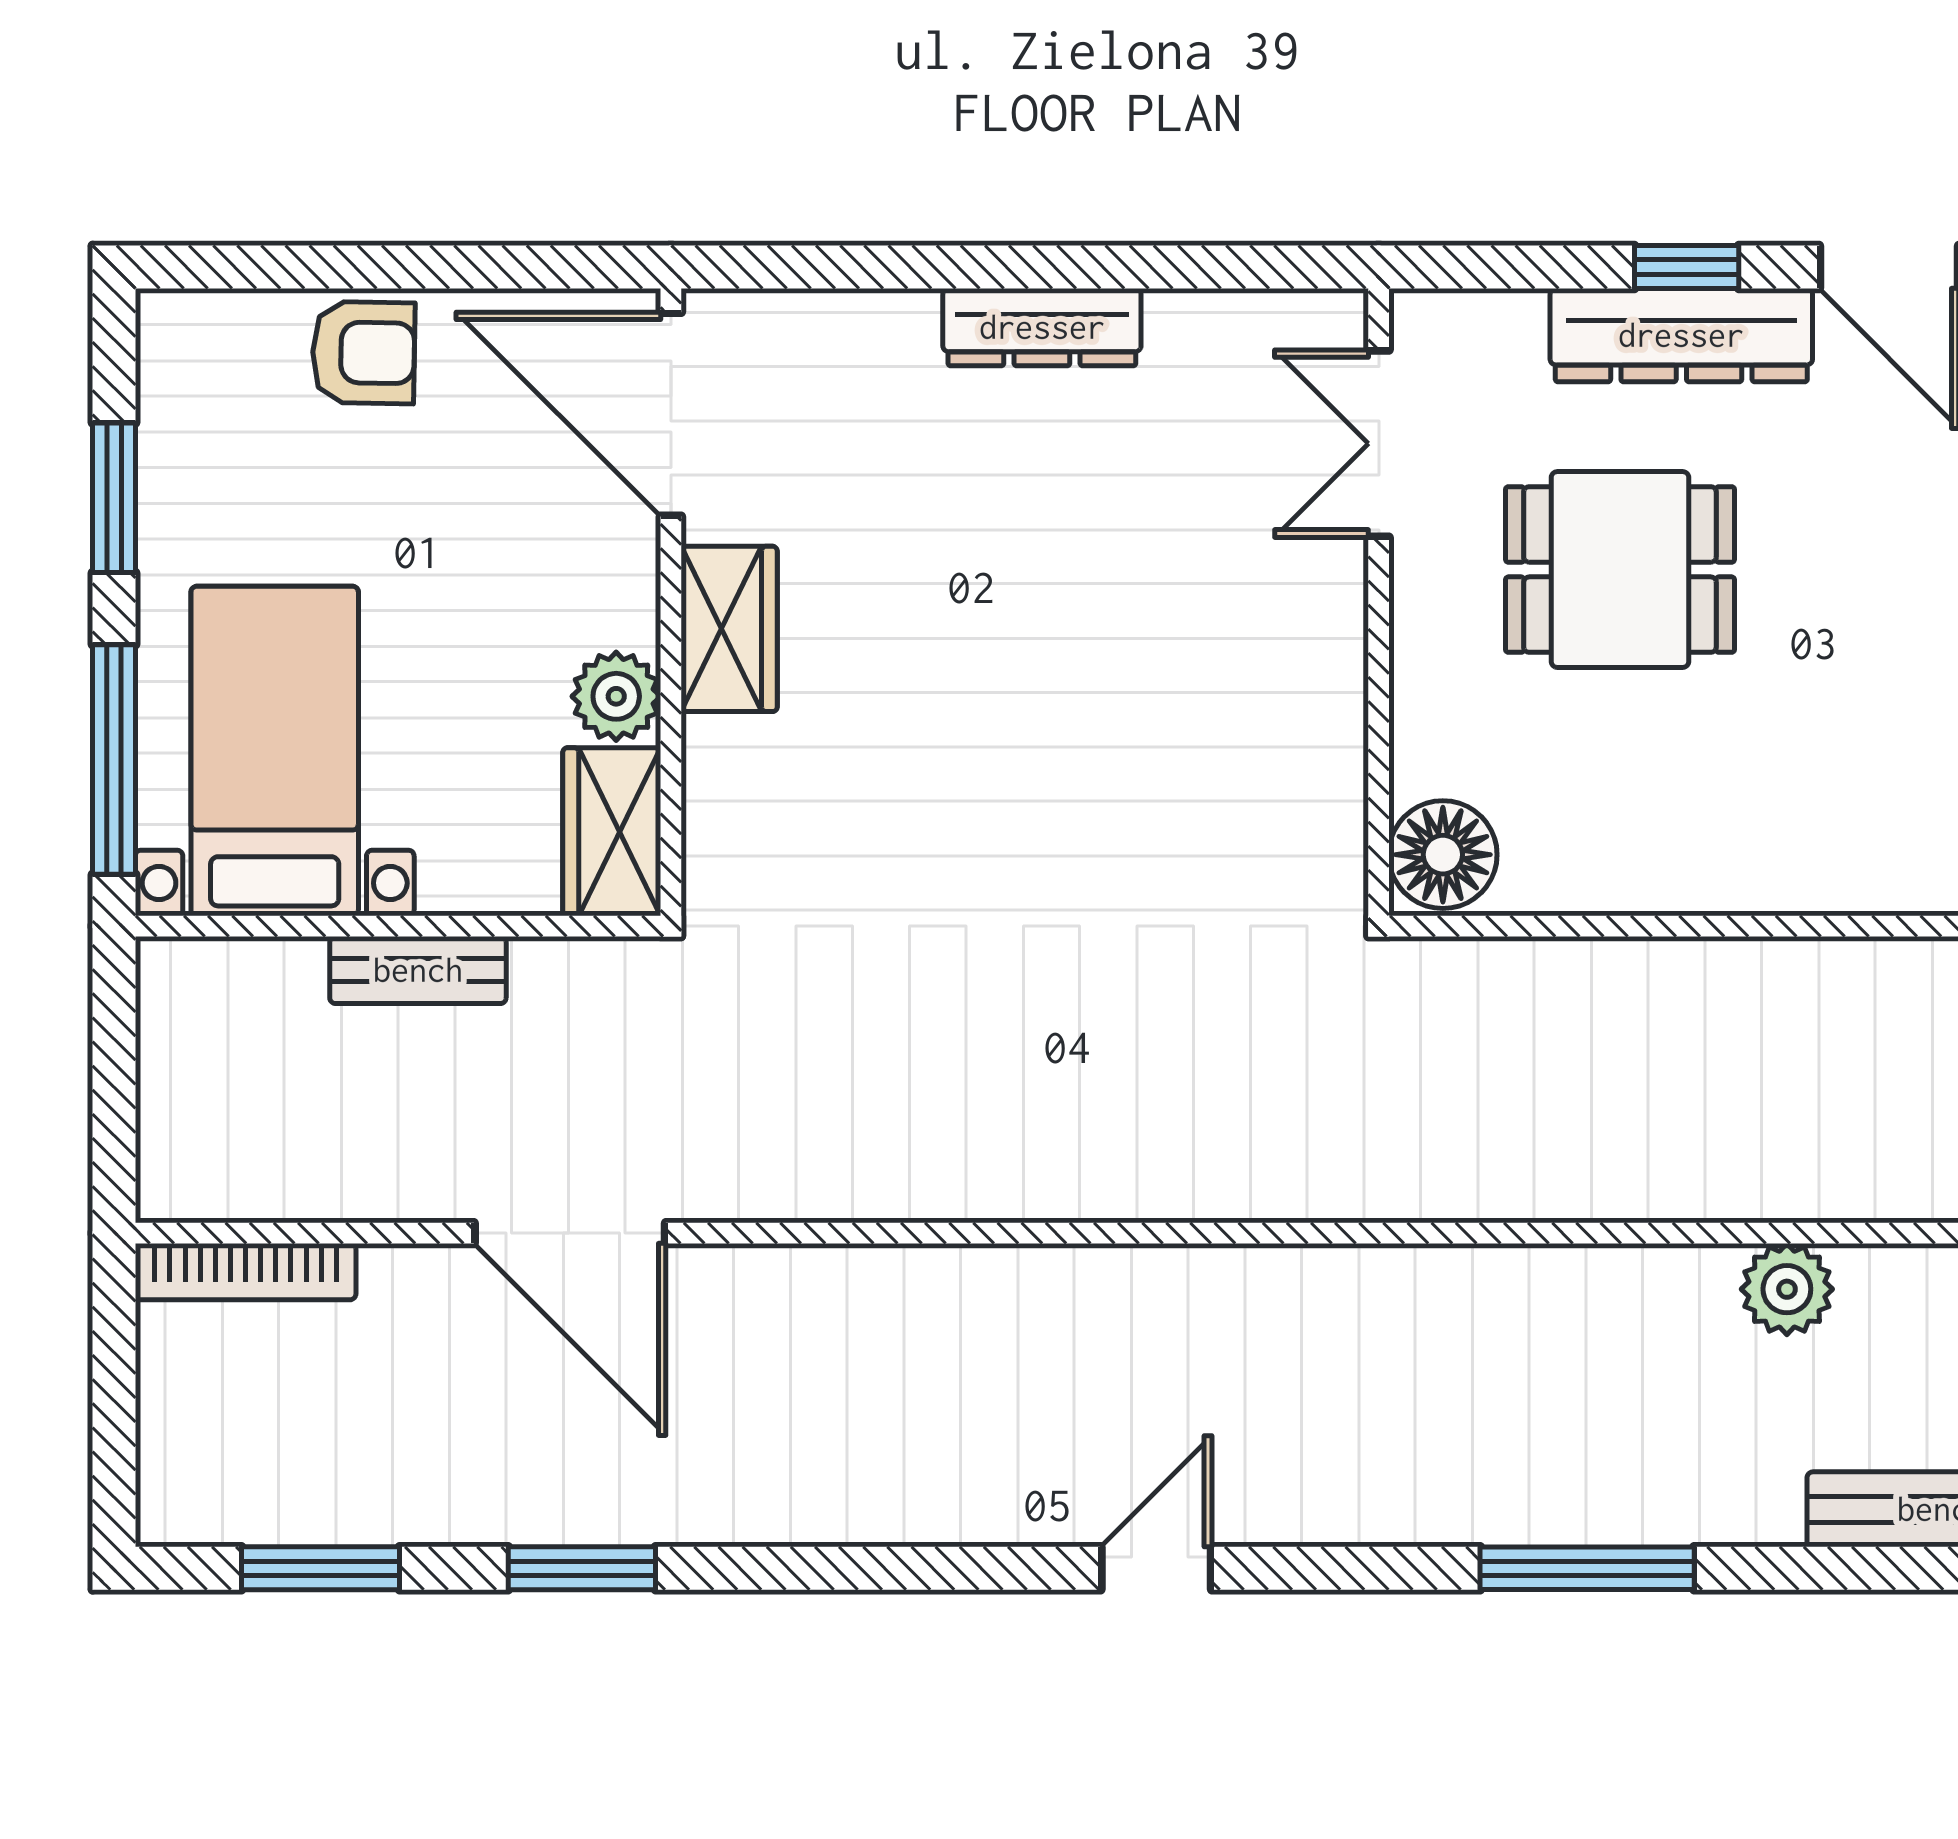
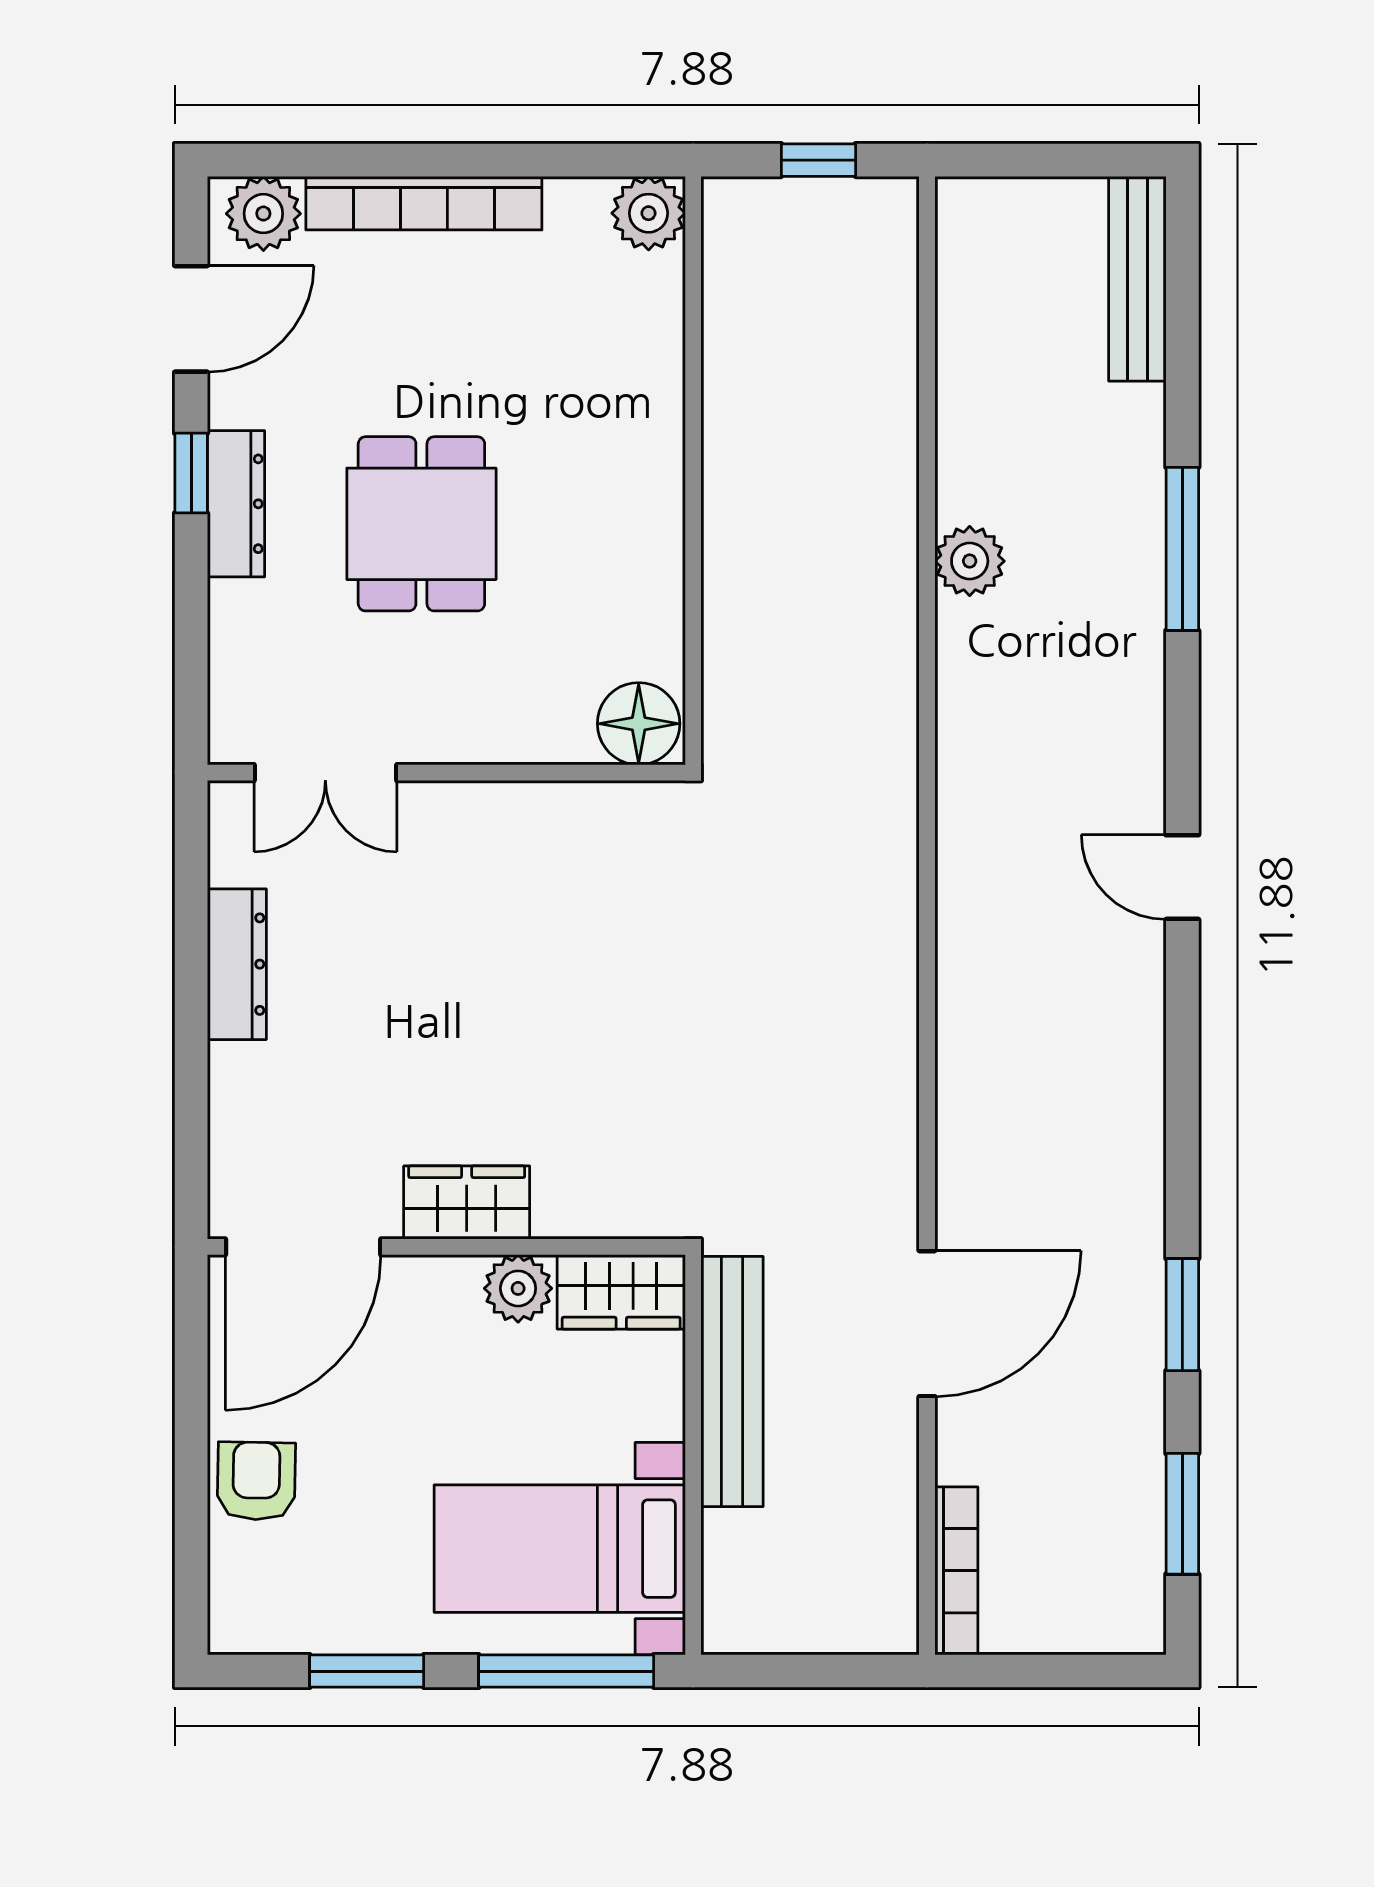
dresser: (1681, 335) -> (236, 504), width x0.73, depth x0.80
double door: (1379, 444) -> (325, 773), moved
wall: (1379, 602) -> (446, 773), moved
floor lamp: (1443, 855) -> (639, 724), moved
bench: (418, 970) -> (732, 1381), width x1.86, depth x1.21
plant: (1787, 1289) -> (970, 561), moved

